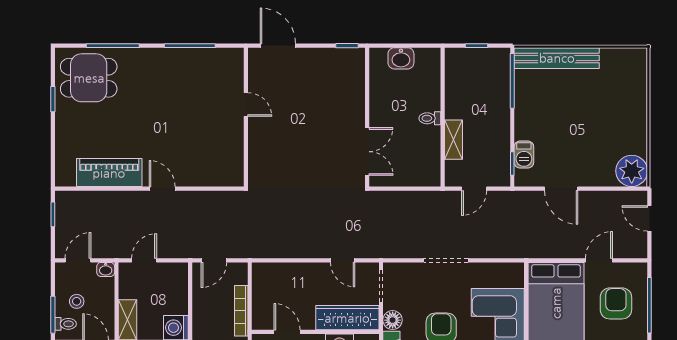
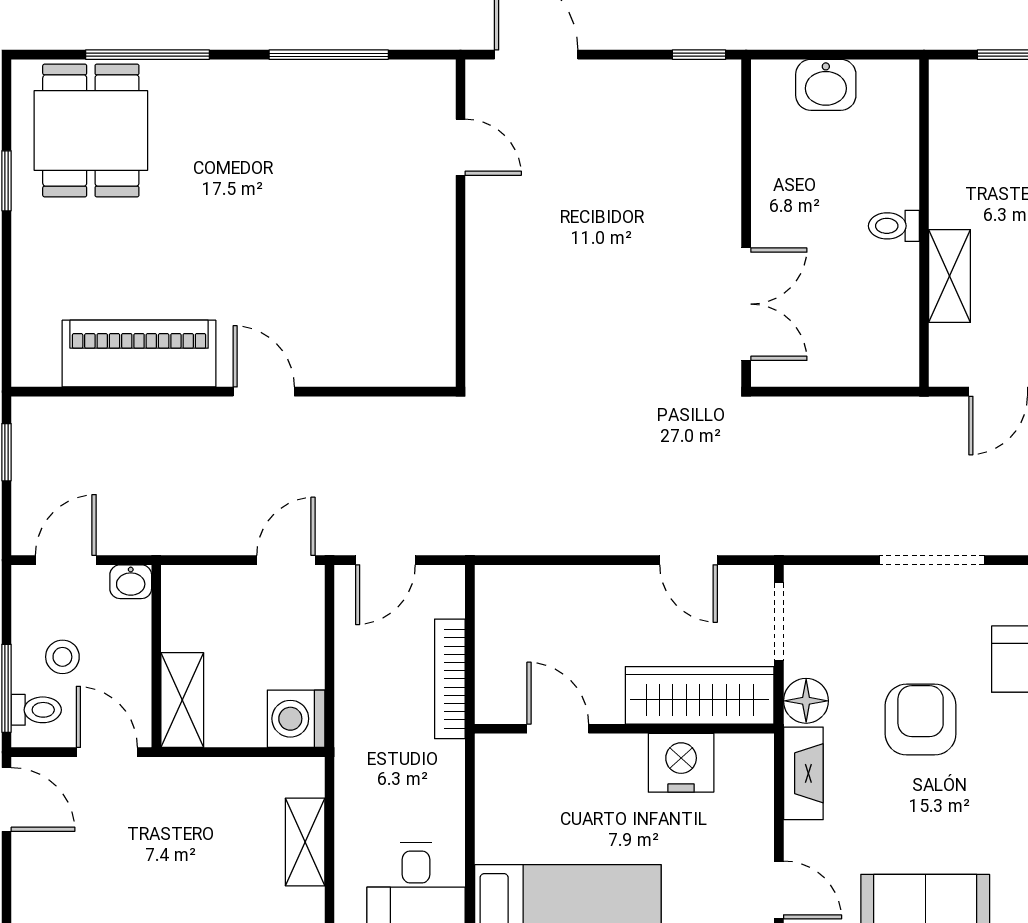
dining table: (89, 78) -> (91, 131), turned 90
door: (246, 105) -> (461, 147), moved
door: (144, 260) -> (286, 560), moved

